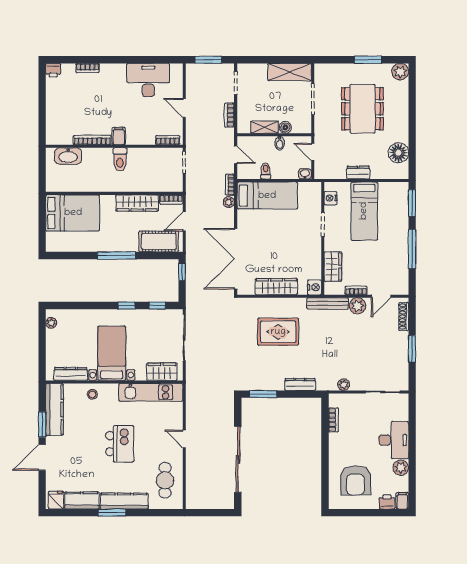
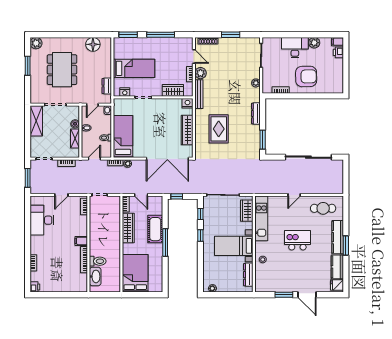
dining table: (362, 109) -> (62, 70), turned 90
toilet: (120, 159) -> (98, 261), moved
dresser: (358, 173) -> (107, 86), moved
cot: (159, 241) -> (155, 229), moved
kitchen counter: (54, 410) -> (273, 286), removed
armchair: (355, 480) -> (306, 76), moved

